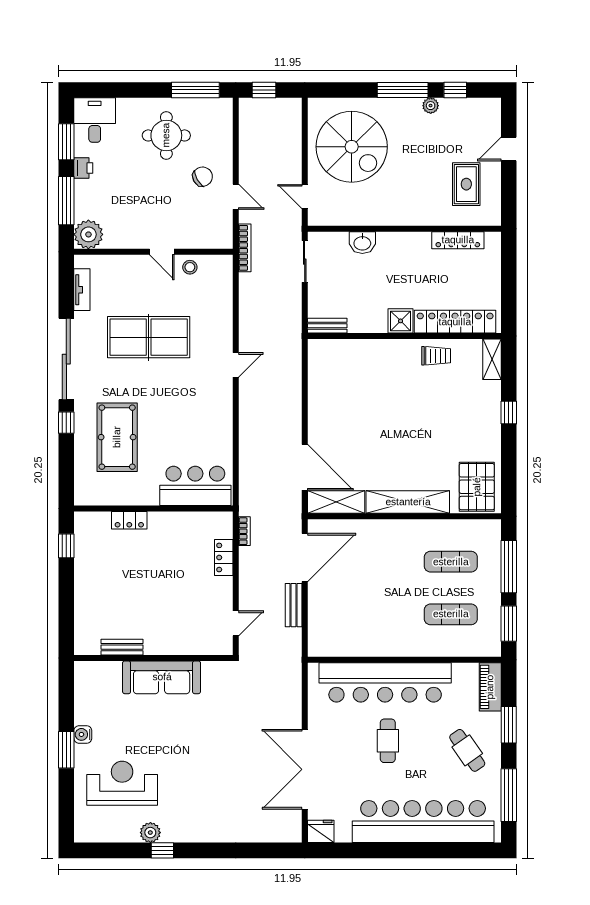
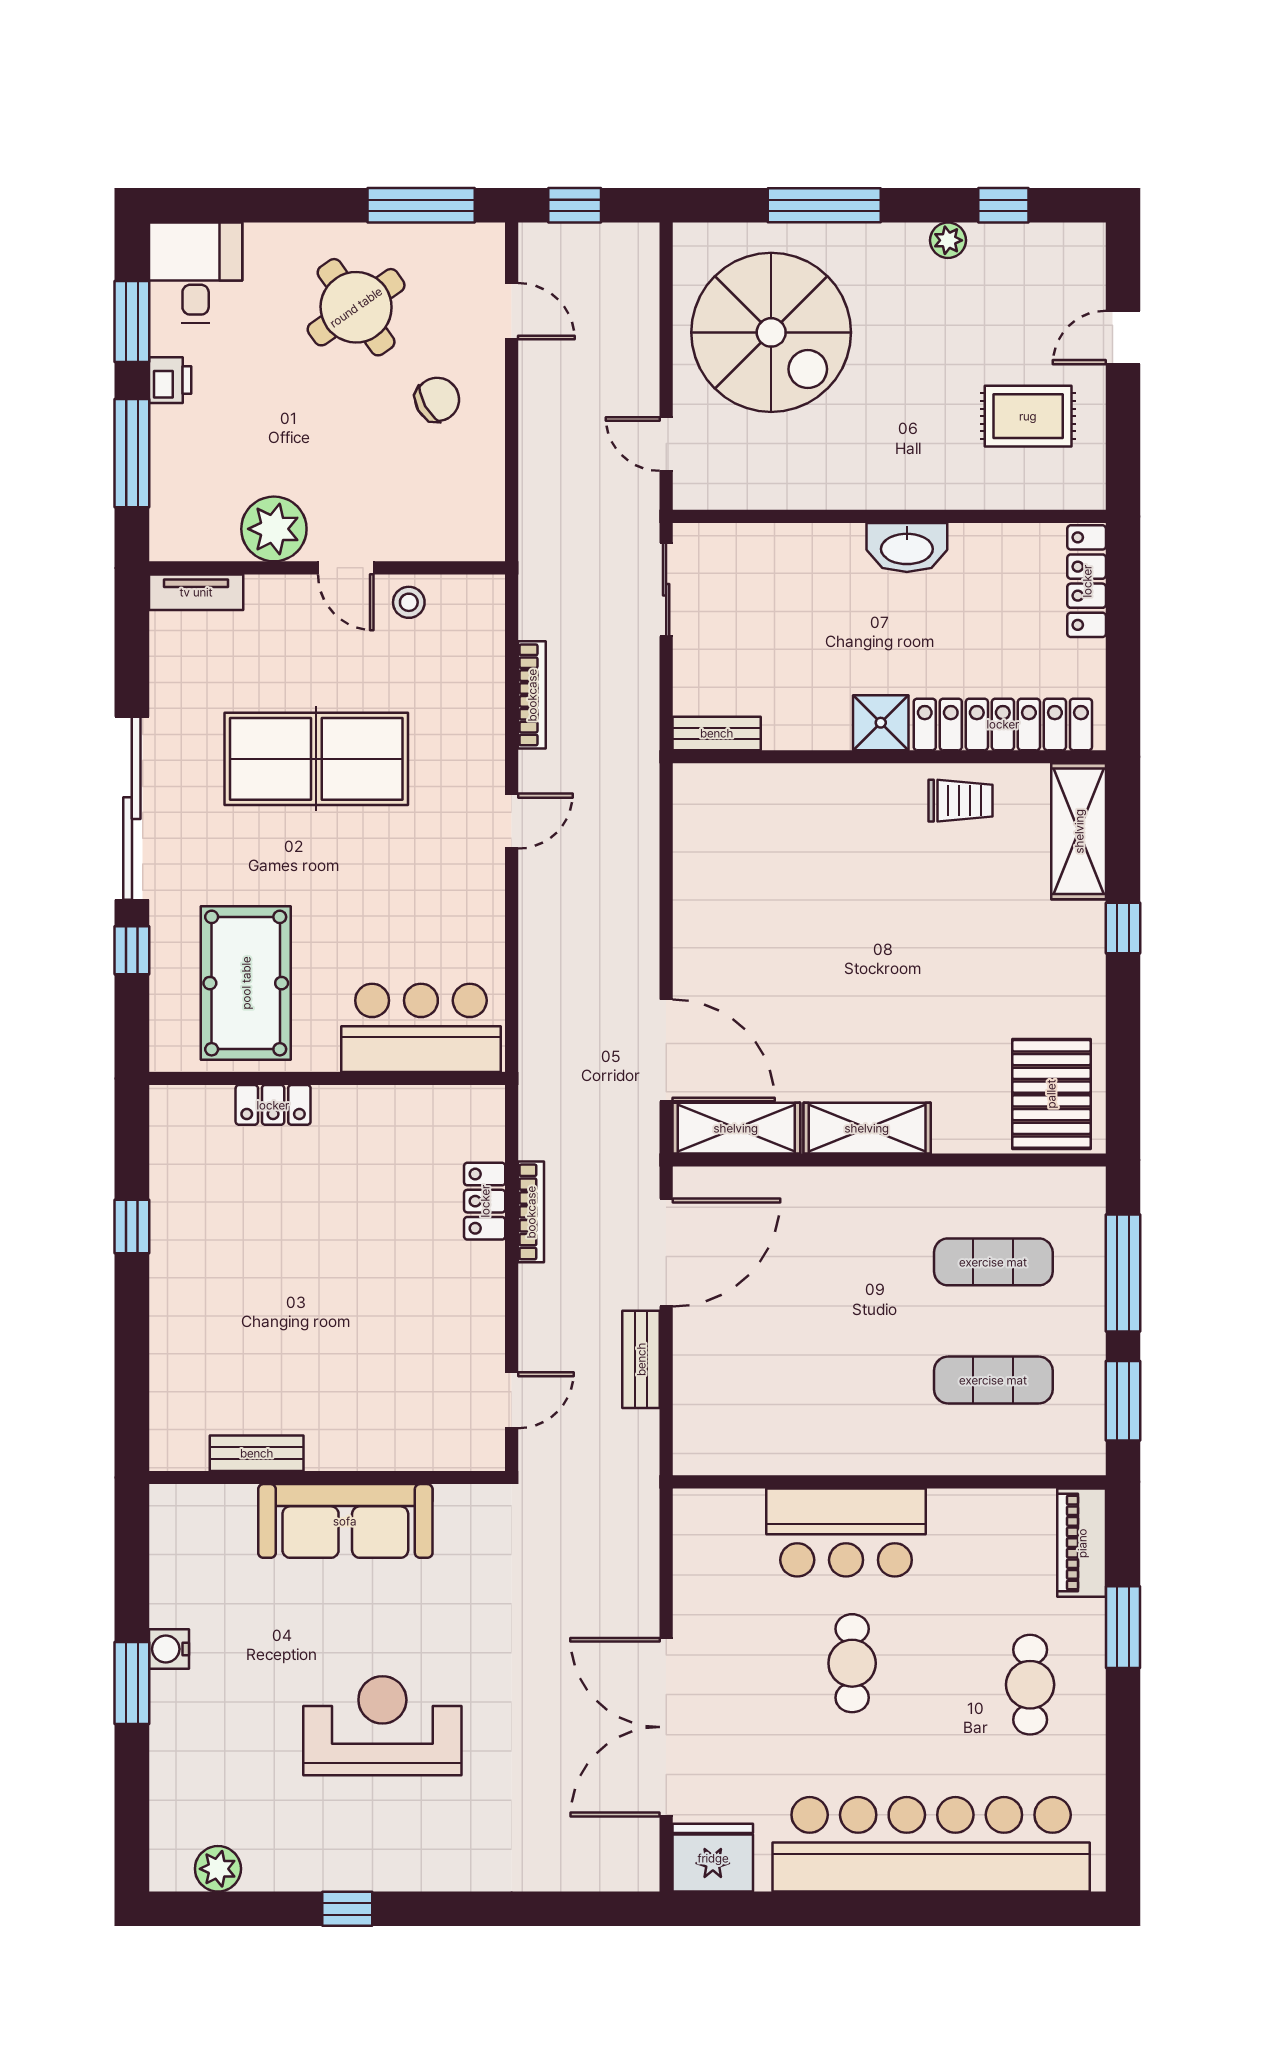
window: (403, 90) -> (824, 205), moved
round table: (166, 135) -> (356, 307), turned -35
rug: (466, 184) -> (1028, 416), turned 90
door: (236, 197) -> (512, 311), moved
plant: (88, 234) -> (274, 529), moved
locker: (458, 240) -> (1087, 581), moved, turned 90
washbasin: (362, 243) -> (907, 547), moved, width x1.38
bookcase: (245, 248) -> (532, 695), moved
tv unit: (82, 290) -> (196, 592), moved, turned 90
shelving: (492, 359) -> (1079, 831), width x1.50, depth x1.33
bar counter: (195, 486) -> (421, 1028), moved
shelving: (408, 502) -> (867, 1128), width x0.68
wall: (153, 508) -> (327, 1079), moved
locker: (129, 520) -> (273, 1105), moved
bookcase: (244, 531) -> (531, 1212), width x1.56
locker: (224, 557) -> (485, 1201), moved
bar counter: (385, 682) -> (846, 1532), width x0.54
cafe table: (467, 750) -> (1030, 1685), turned 35
reception desk: (122, 783) -> (382, 1726), moved
window: (509, 795) -> (1123, 1785), removed
fridge: (321, 831) -> (713, 1858), width x1.36, depth x1.34
plant: (150, 833) -> (218, 1869), moved

